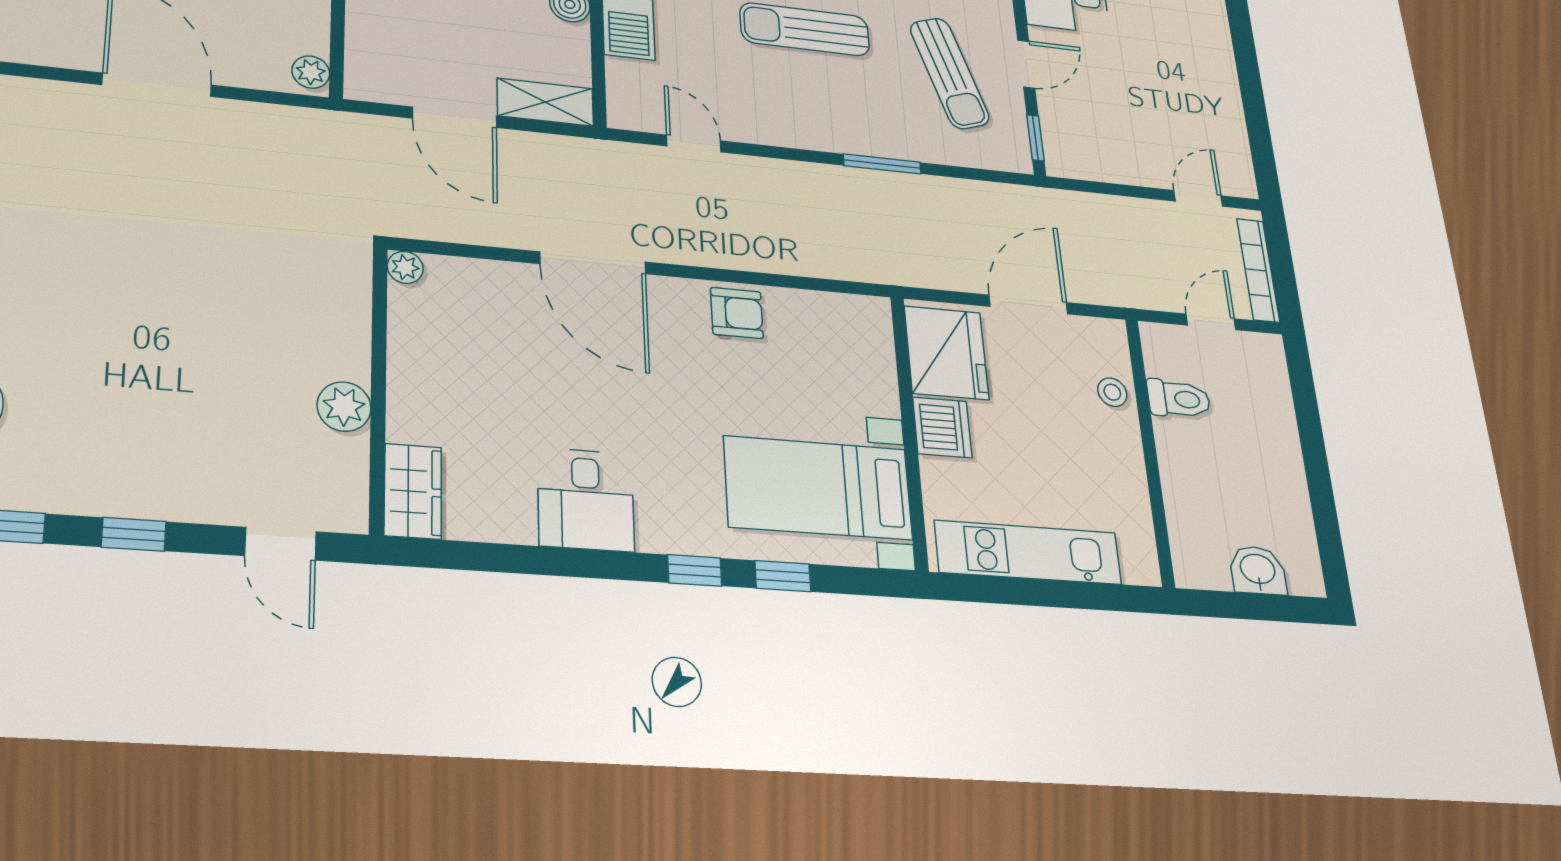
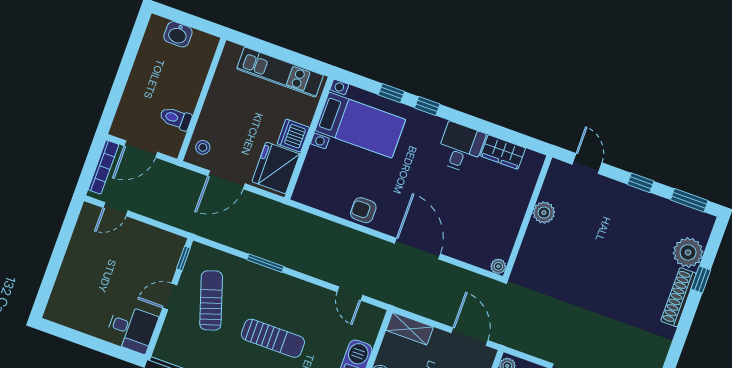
door: (455, 117) -> (469, 337), moved
door: (1211, 322) -> (141, 149), width x1.38
stool: (1112, 392) -> (203, 147), moved
wardrobe: (413, 491) -> (503, 152), moved, turned -90

